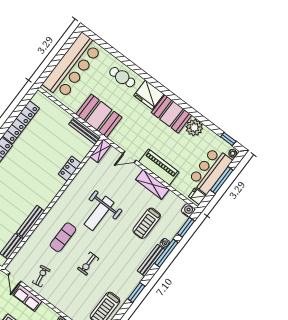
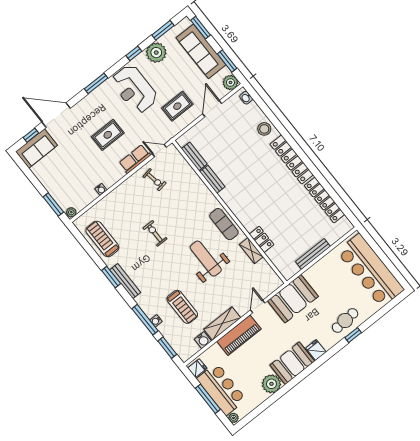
fridge: (149, 95) -> (316, 350), width x0.53, depth x0.75
booth: (99, 116) -> (293, 299), moved
bench: (85, 131) -> (313, 254), moved
window: (228, 139) -> (353, 335), moved
shelving: (100, 151) -> (251, 251), moved
water cooler: (188, 210) -> (203, 340), moved
bench: (31, 222) -> (212, 179), width x0.73
treadmill: (147, 223) -> (182, 307), turned 180
exercise mat: (63, 237) -> (224, 224), moved
bench: (151, 260) -> (125, 281), moved

